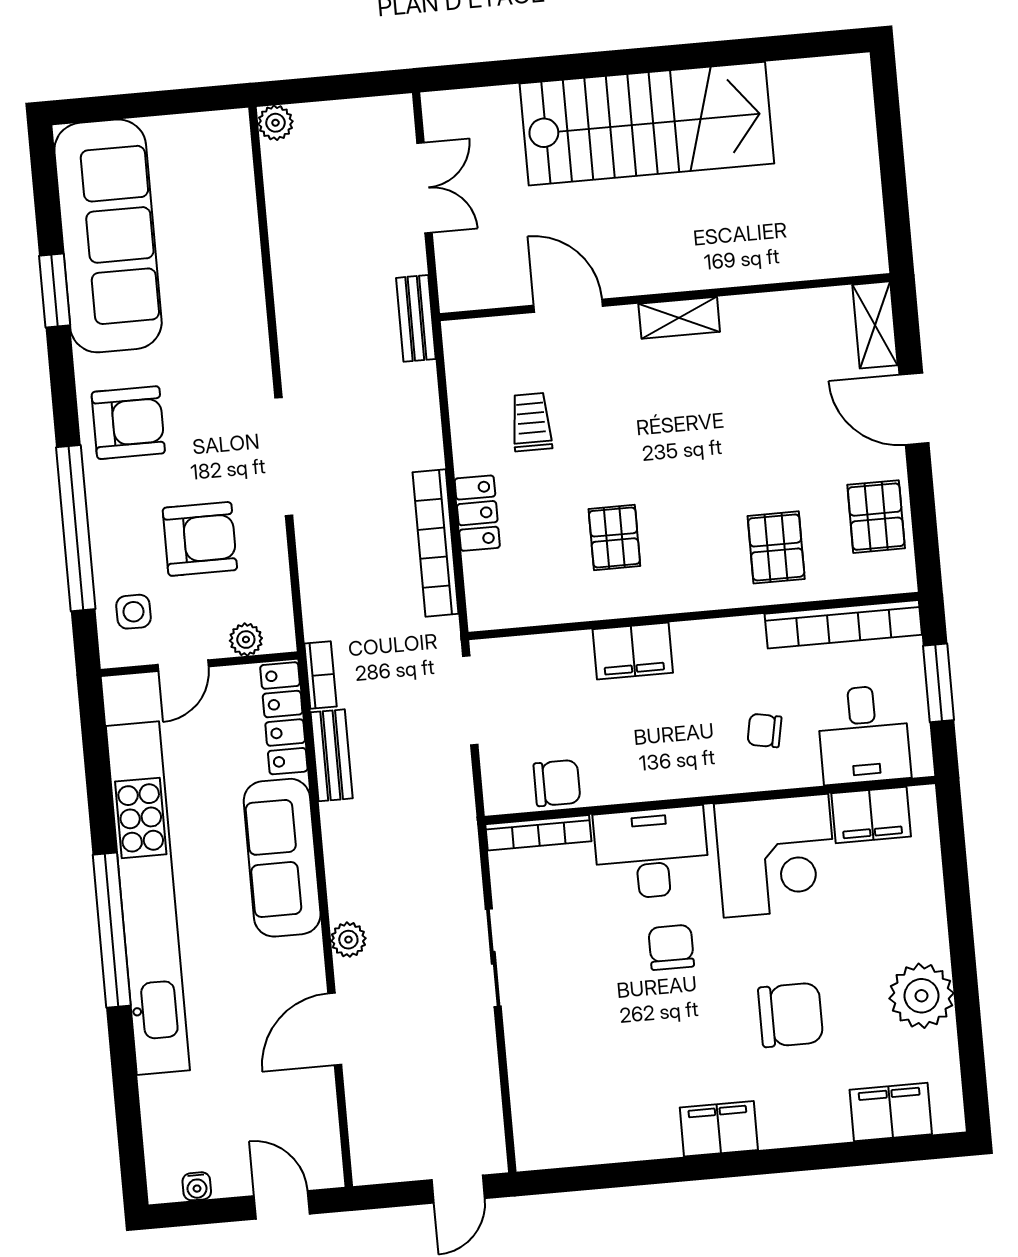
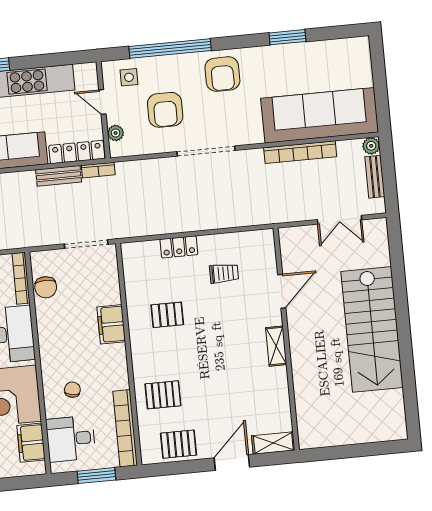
sofa: (108, 236) -> (320, 115), moved, turned 180
bench: (416, 318) -> (375, 177), moved, turned 90
bookcase: (436, 543) -> (300, 152), moved, turned 180

